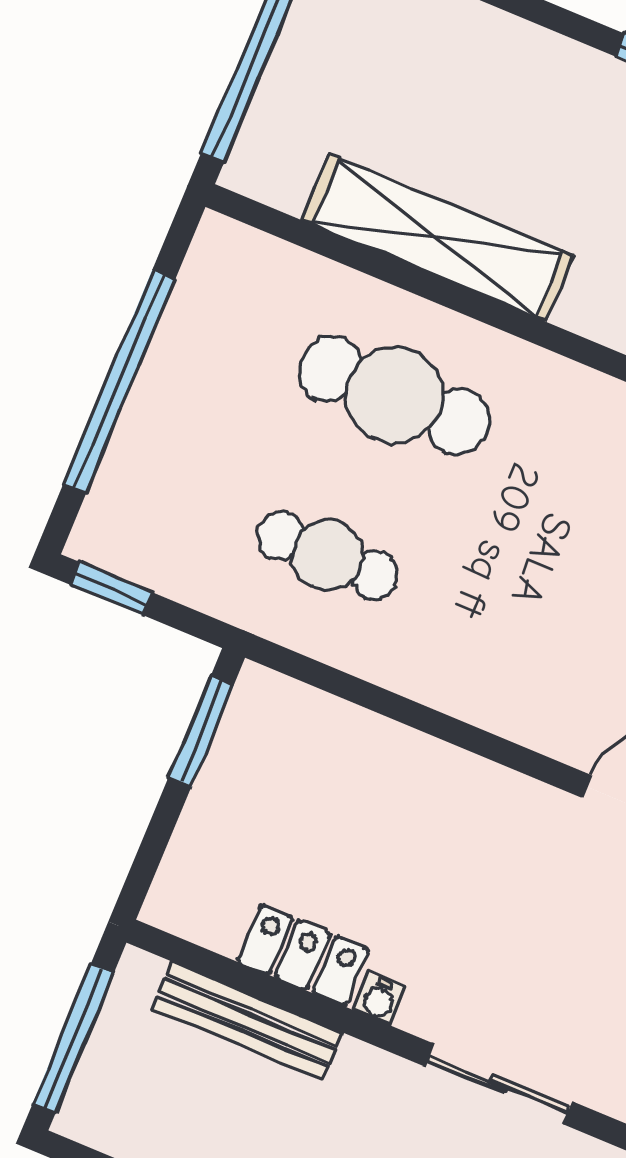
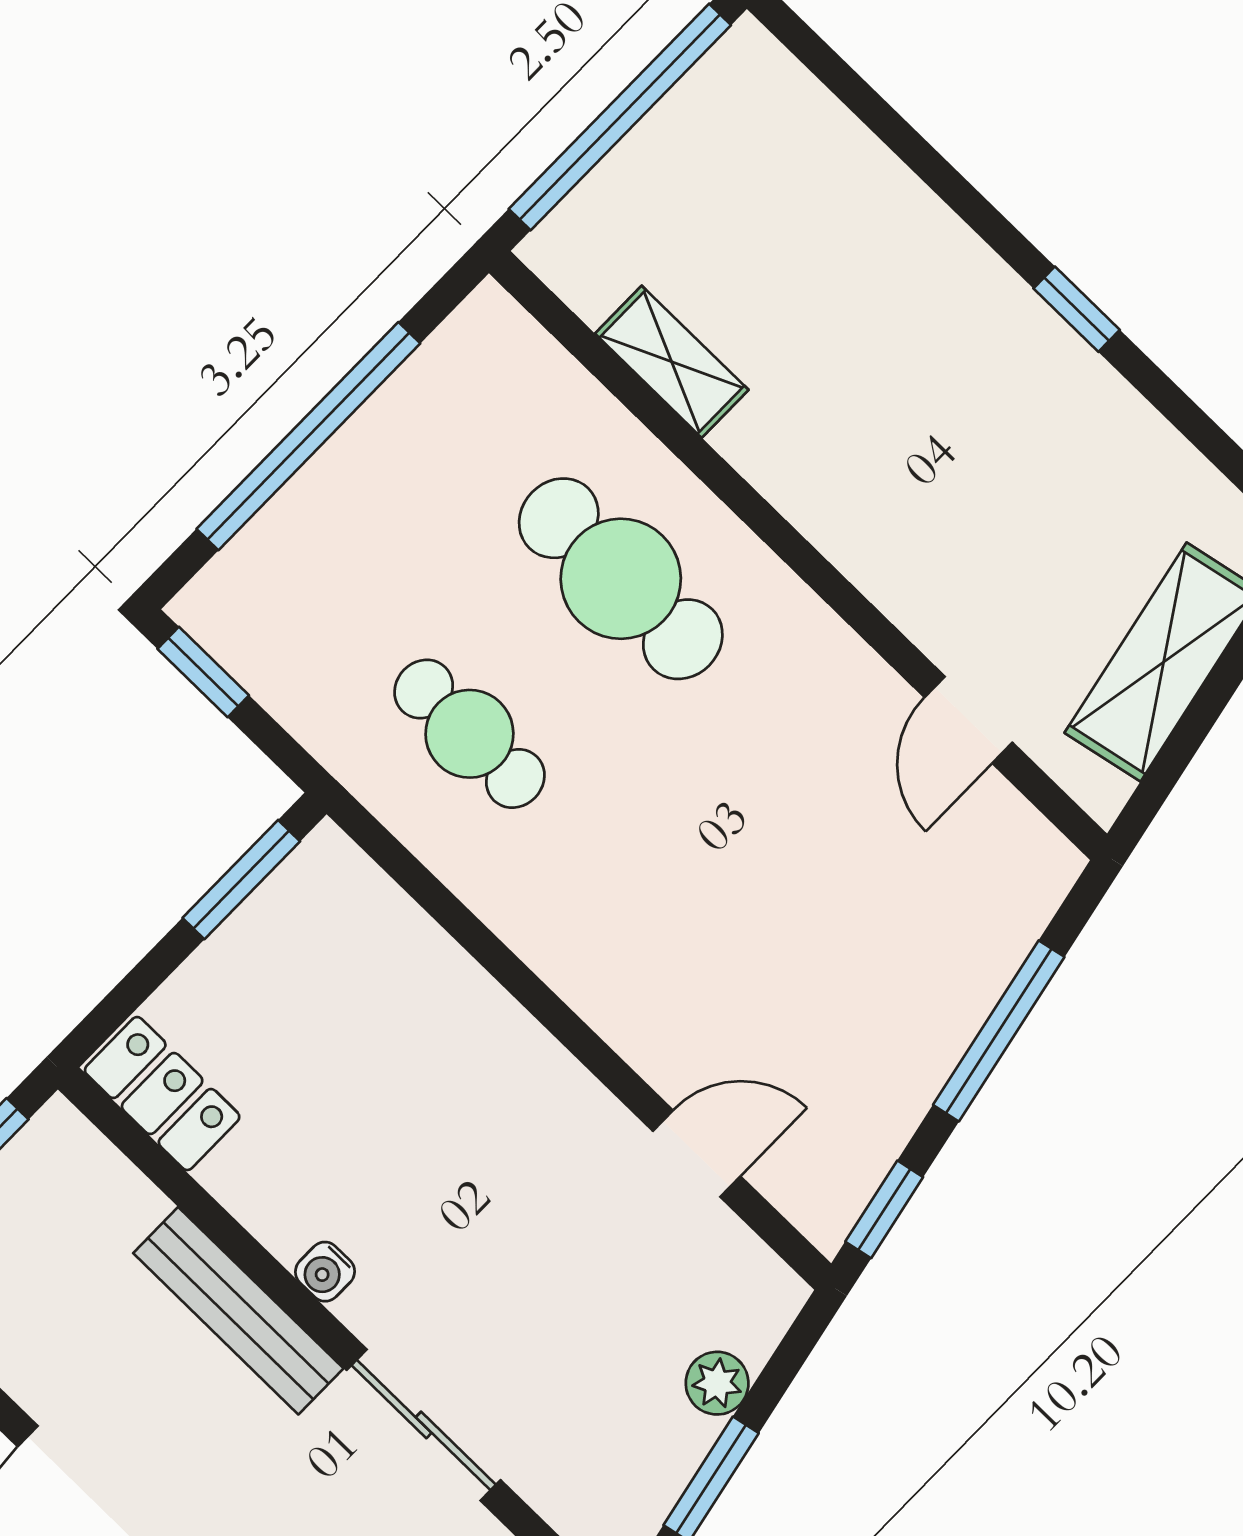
shelving: (438, 238) -> (672, 362), width x0.45, depth x0.75
locker: (303, 955) -> (162, 1094), moved
bench: (248, 1021) -> (238, 1311), moved

